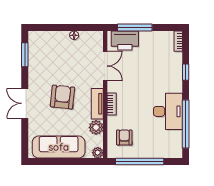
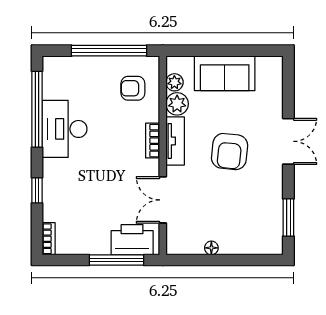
armchair: (124, 137) -> (133, 88), turned 90
sofa: (59, 147) -> (225, 73), width x0.73
plant: (98, 153) -> (174, 82), moved

